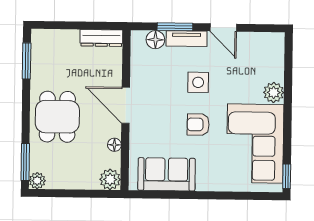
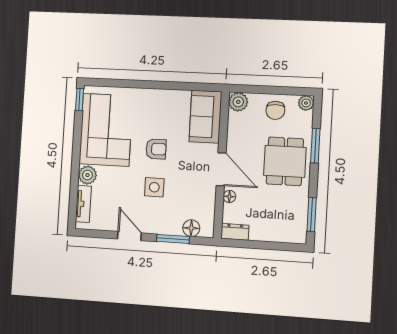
dresser: (101, 38) -> (235, 232), width x0.70
tv unit: (187, 39) -> (83, 204), moved, turned 90
floor lamp: (114, 145) -> (229, 197), moved
window: (25, 162) -> (315, 146), moved
chair: (70, 171) -> (275, 110), added
sofa: (167, 174) -> (205, 117), moved, turned 90

